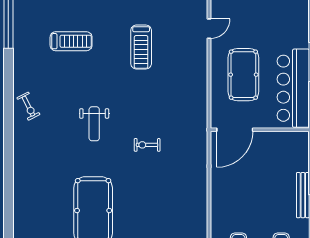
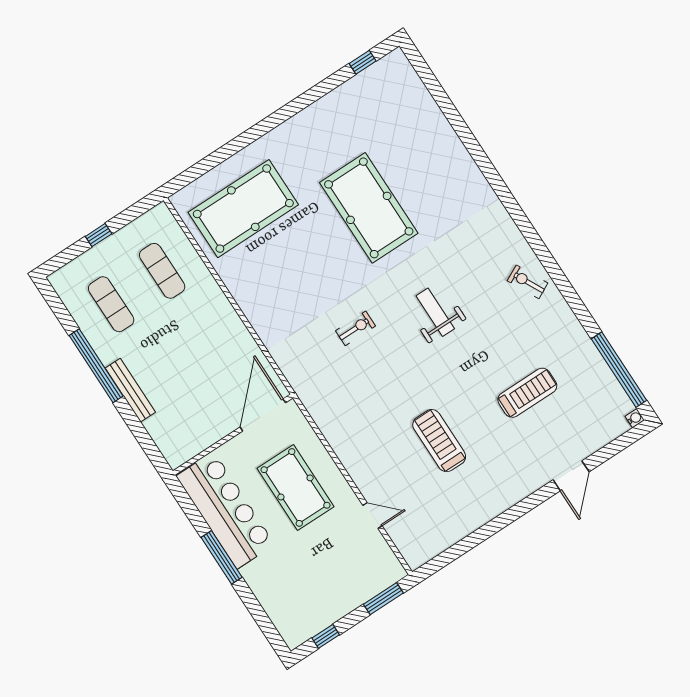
door: (209, 29) -> (373, 516), swing flipped
treadmill: (71, 41) -> (527, 393), turned 180

